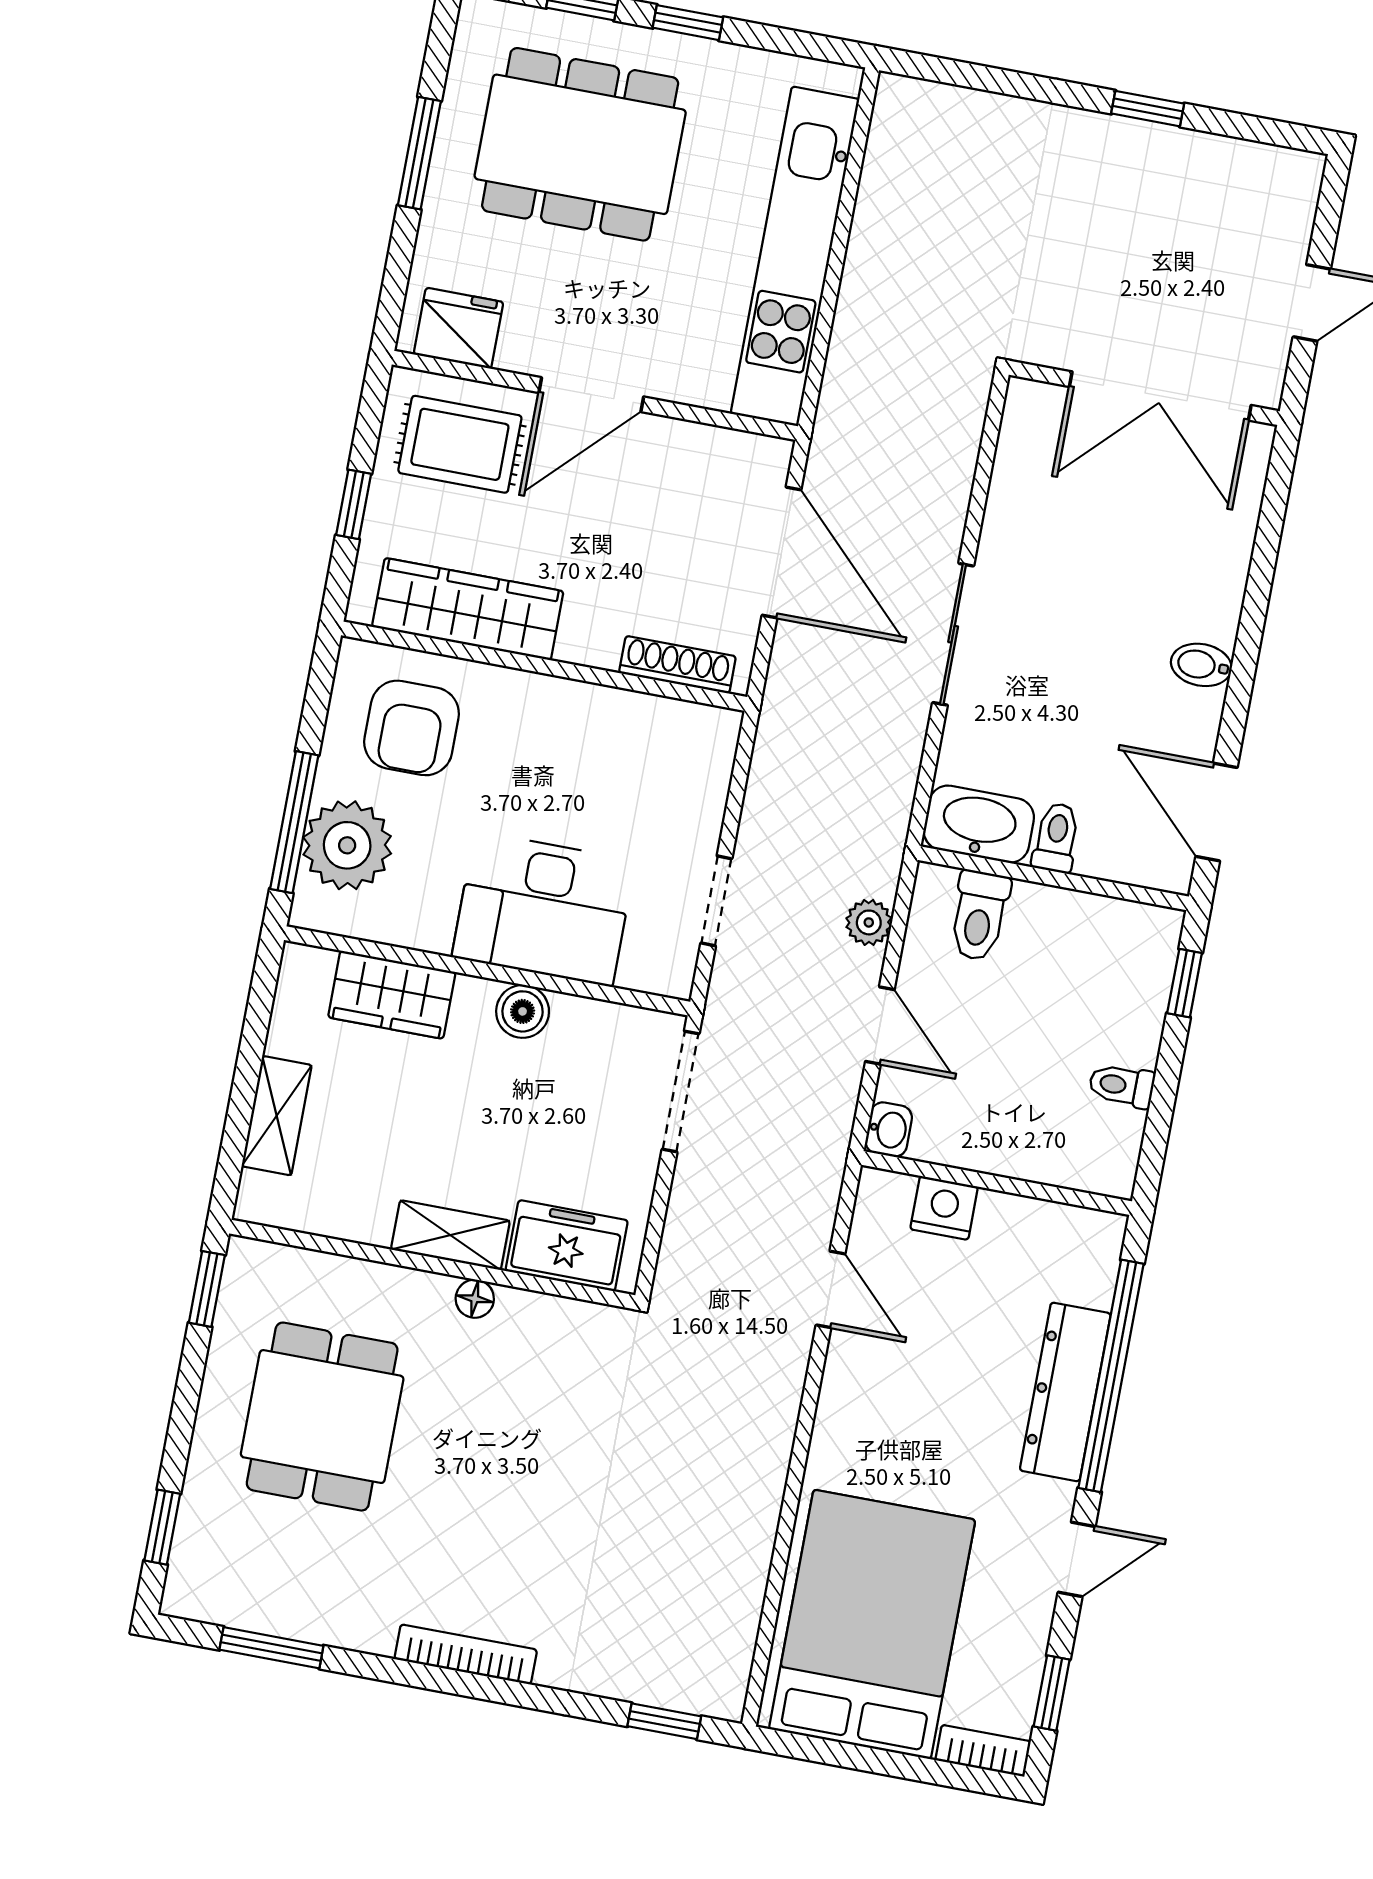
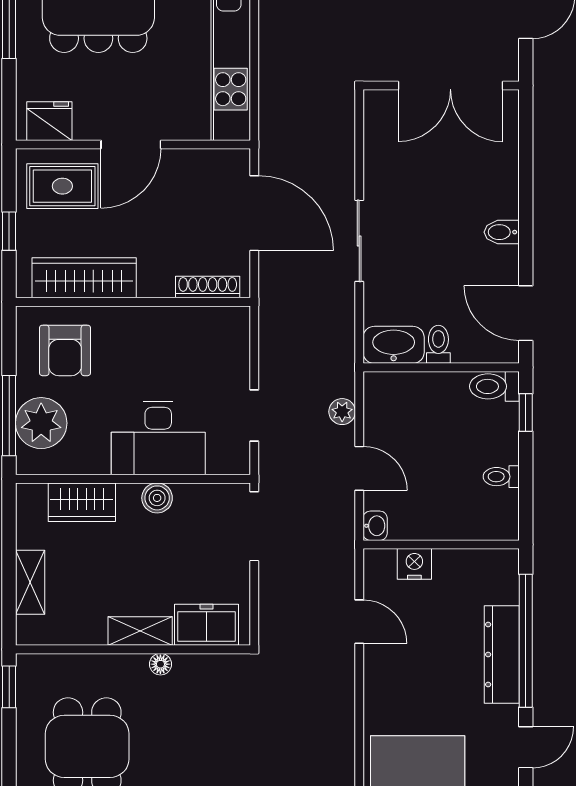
toilet: (979, 916) -> (494, 386), moved, turned 90

